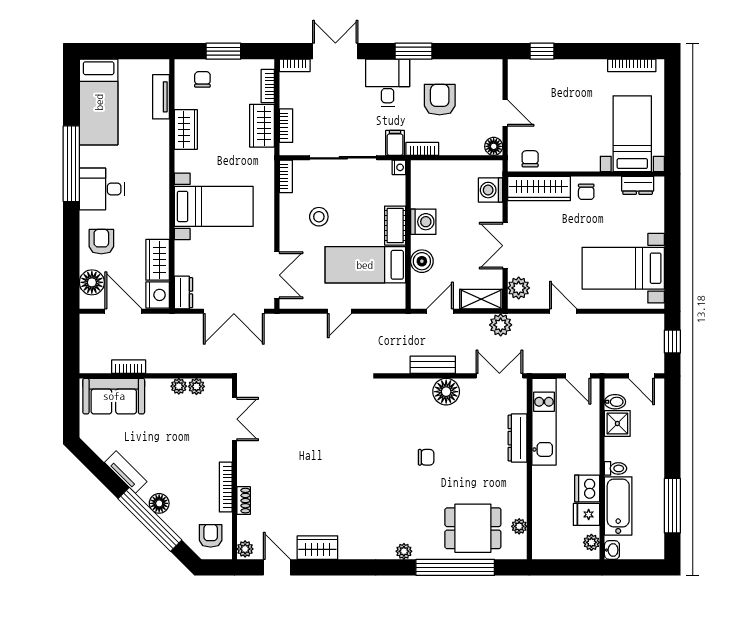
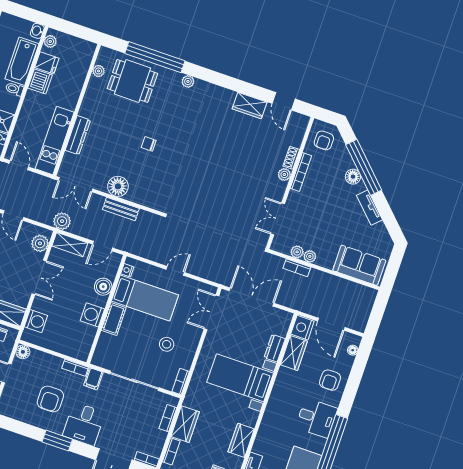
nightstand: (399, 167) -> (127, 270), moved
floor lamp: (92, 282) -> (353, 350), width x0.53, depth x0.53
dresser: (183, 293) -> (275, 348), moved
bookcase: (129, 367) -> (297, 268), moved
plant: (245, 549) -> (284, 174), moved

